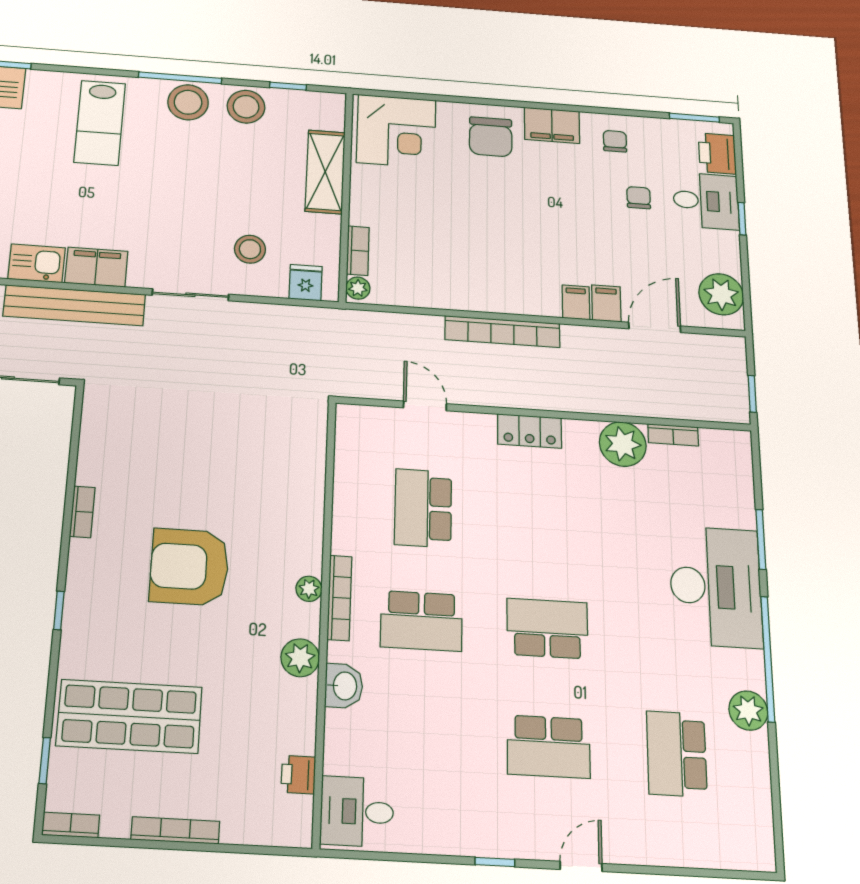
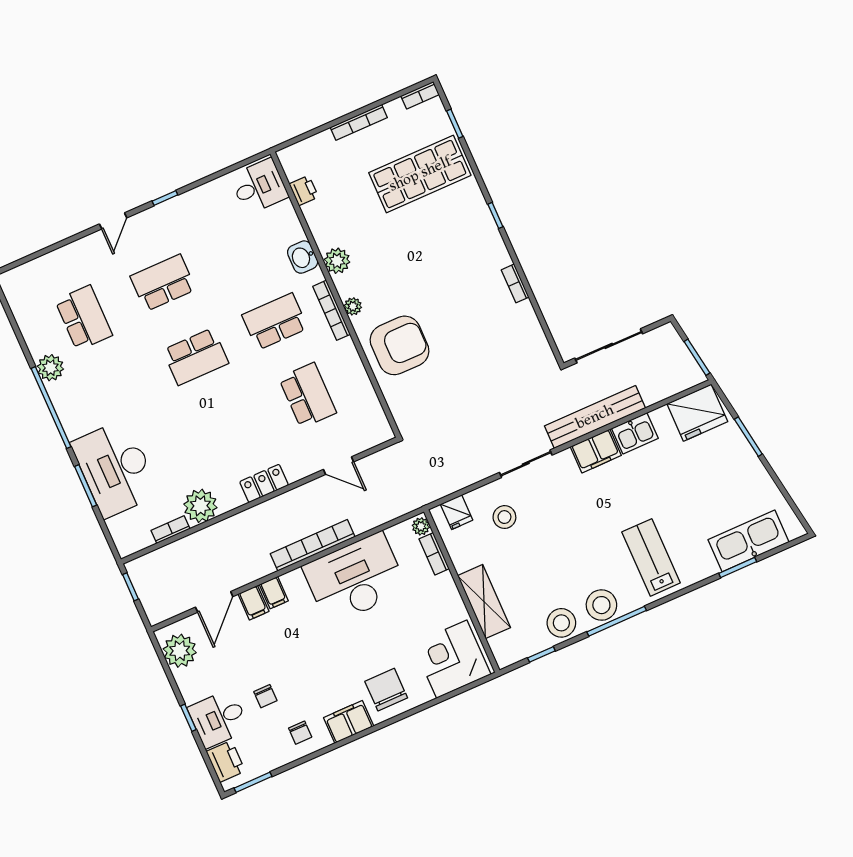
desk: (468, 270) -> (355, 579), added
armchair: (189, 567) -> (399, 345), moved
desk: (716, 587) -> (115, 469), moved

